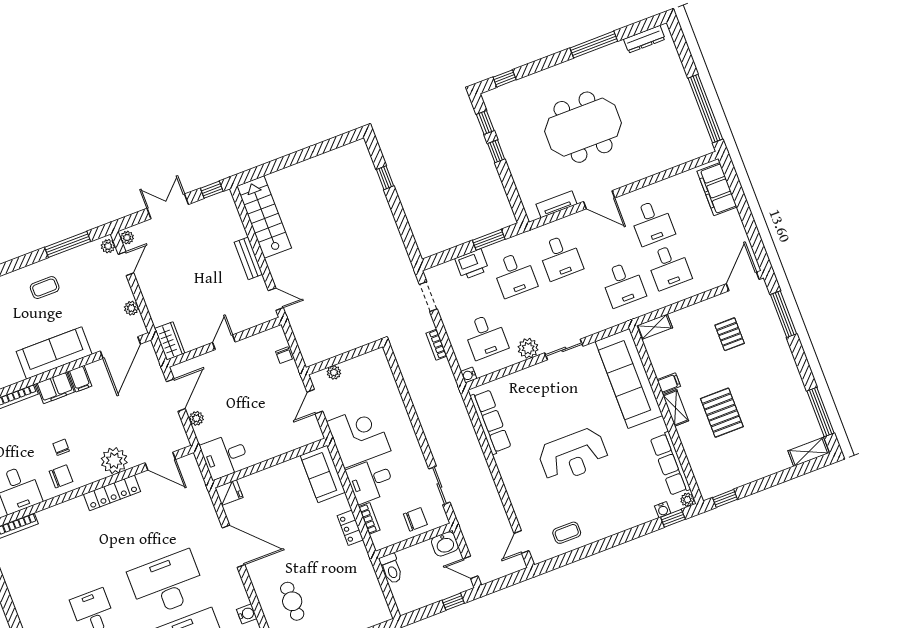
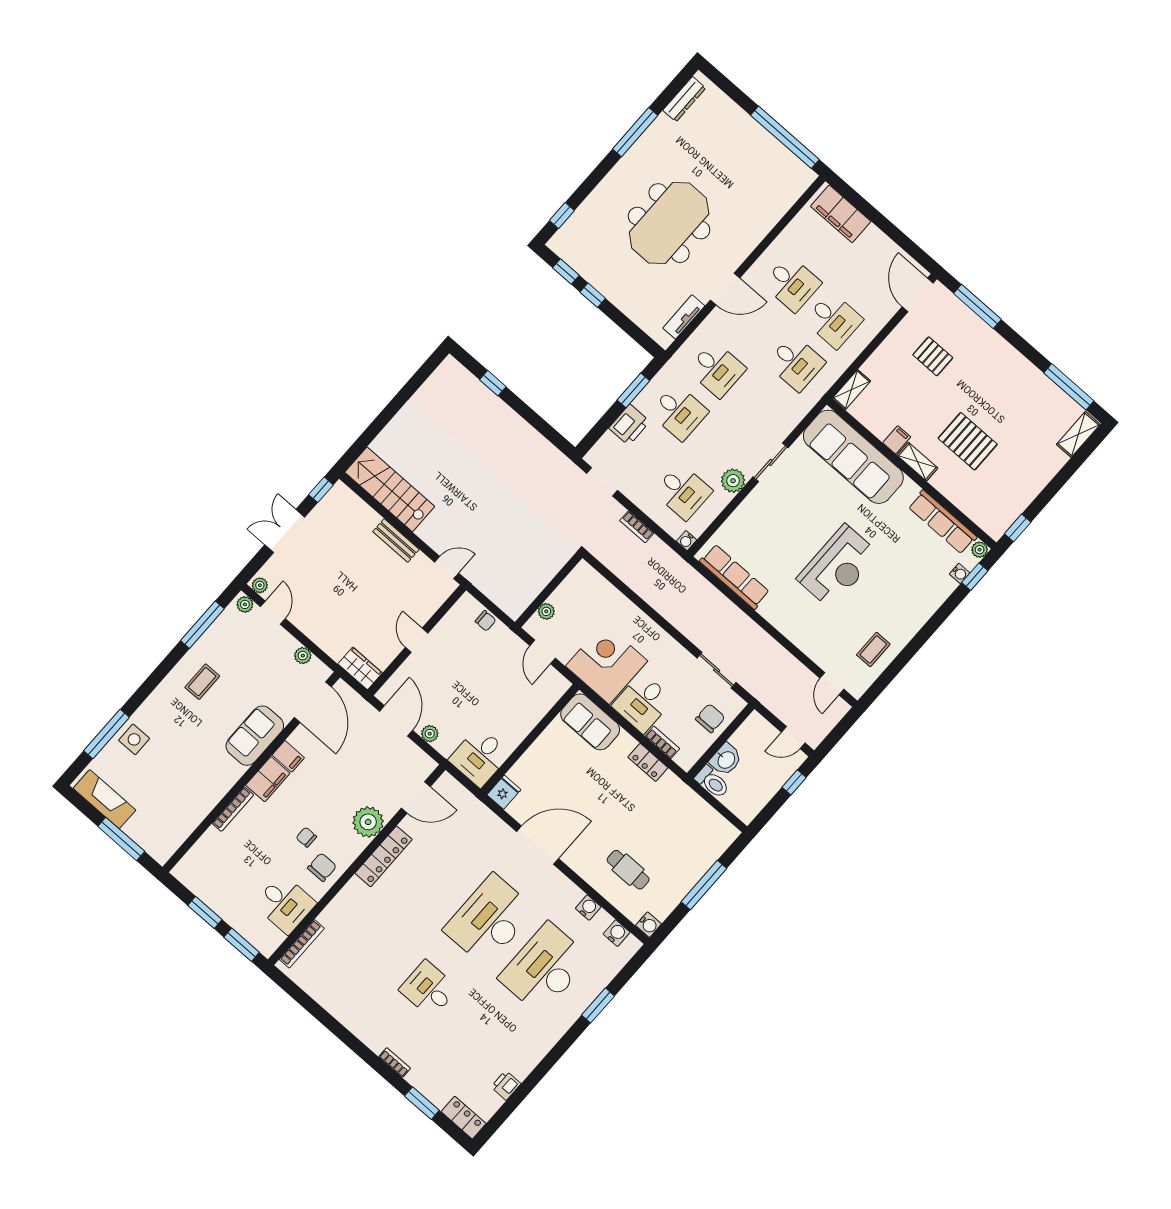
sofa: (54, 353) -> (255, 736), width x0.73
washbasin: (445, 544) -> (726, 760), moved

